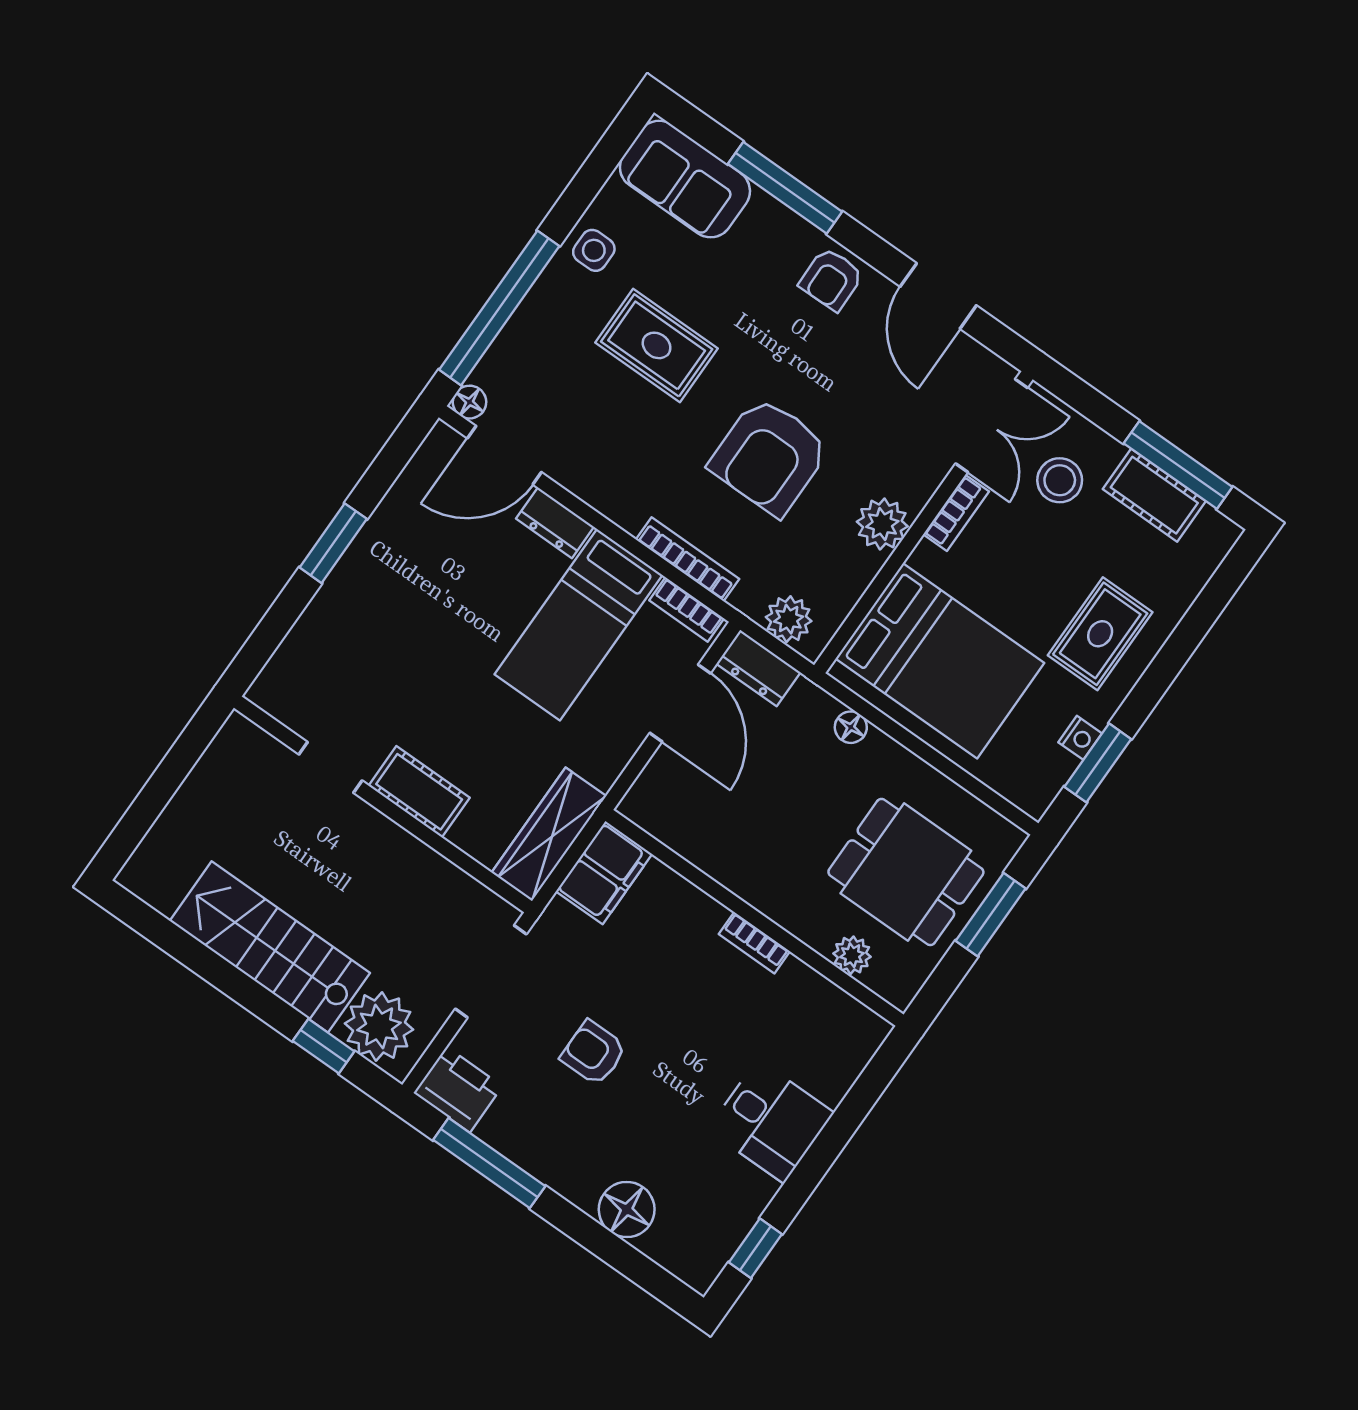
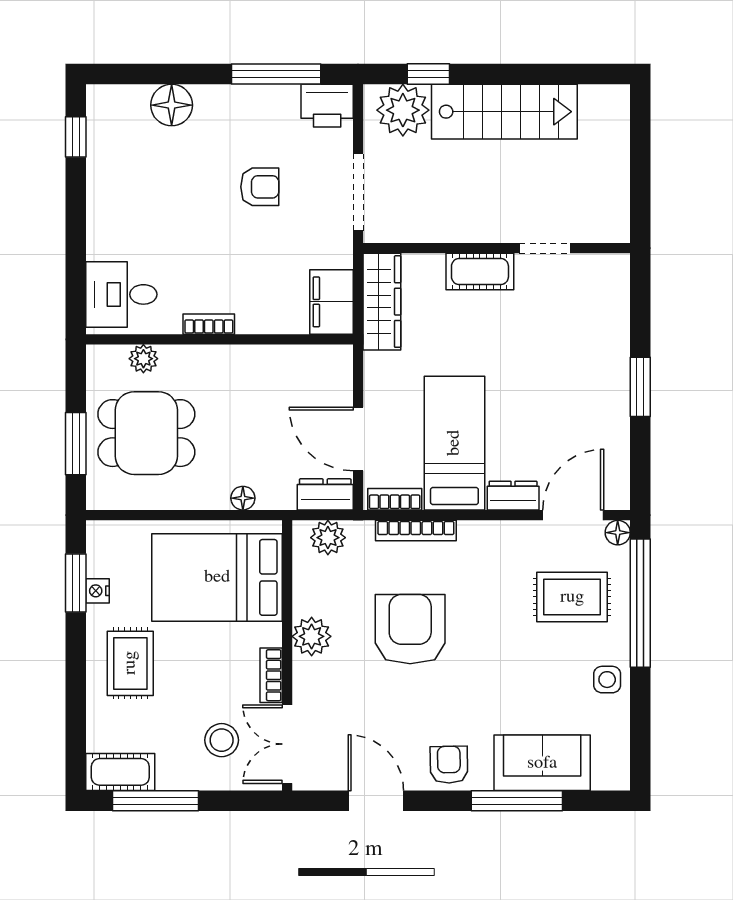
sofa: (685, 179) -> (542, 763), moved
rug: (657, 345) -> (572, 597), moved
cot: (1154, 495) -> (120, 772), moved
desk: (771, 1121) -> (121, 294), moved

